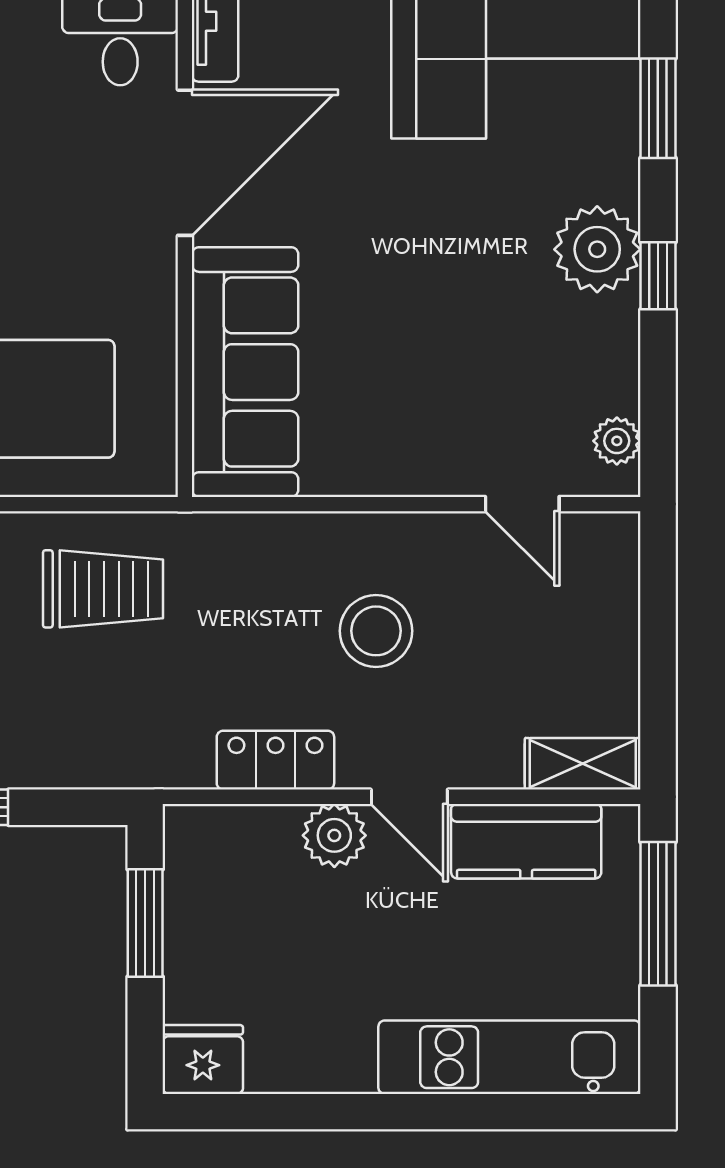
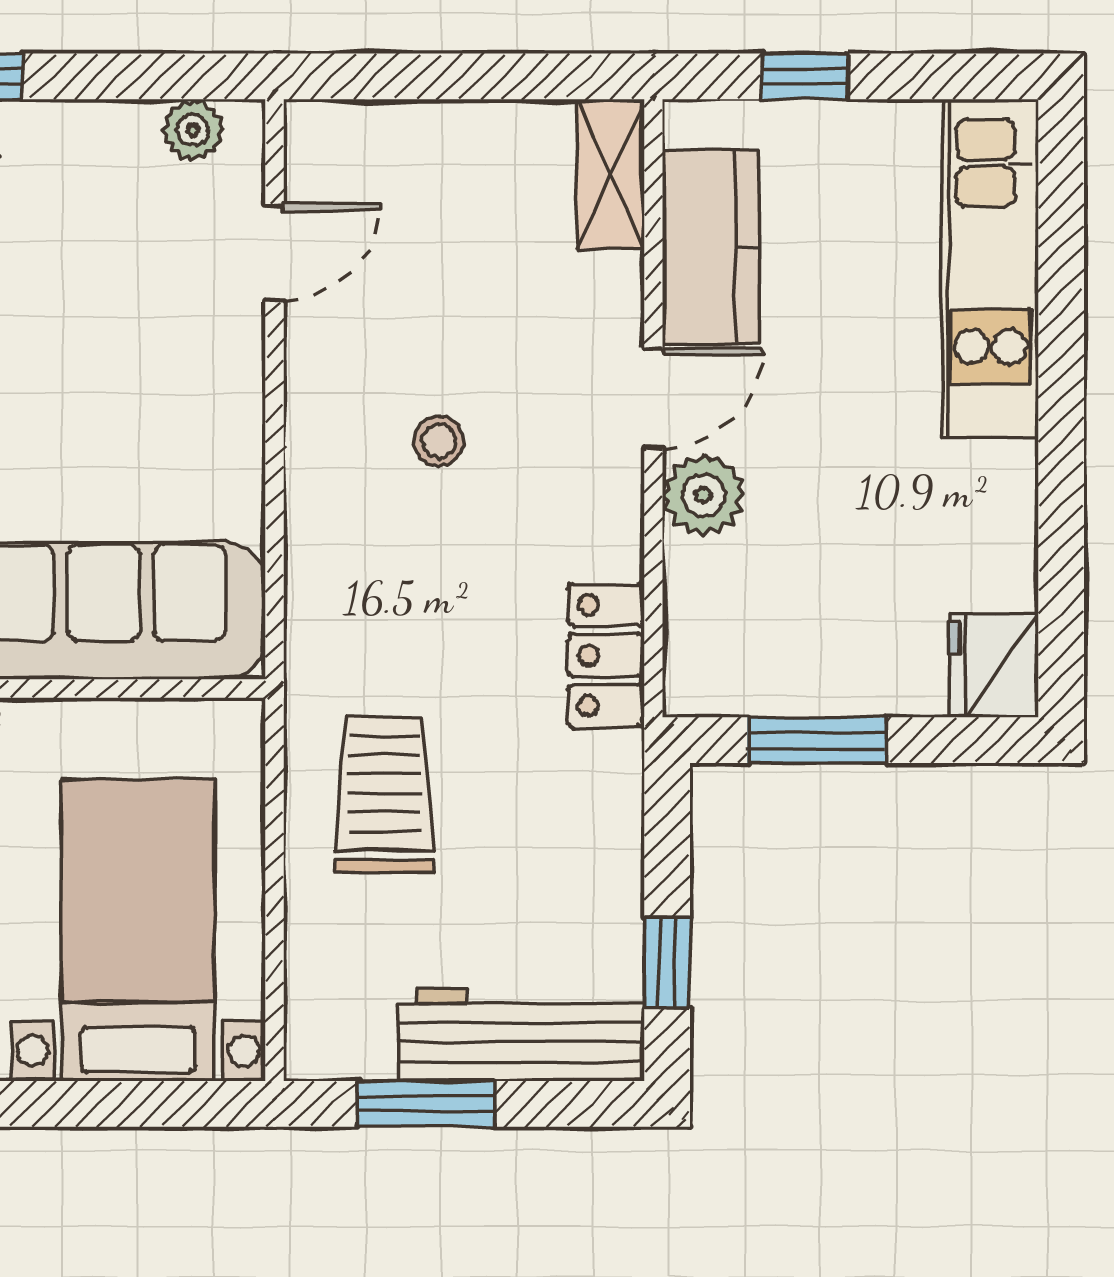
stool: (376, 631) -> (439, 441), width x0.53, depth x0.53
locker: (275, 760) -> (606, 655), moved
window: (658, 914) -> (805, 76), width x0.46

